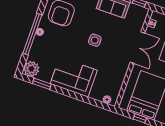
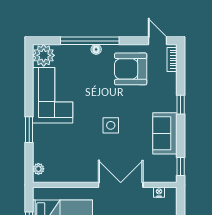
double door: (138, 48) -> (121, 185), swing flipped
corner sofa: (74, 77) -> (53, 95), moved
window: (42, 84) -> (29, 130), moved

